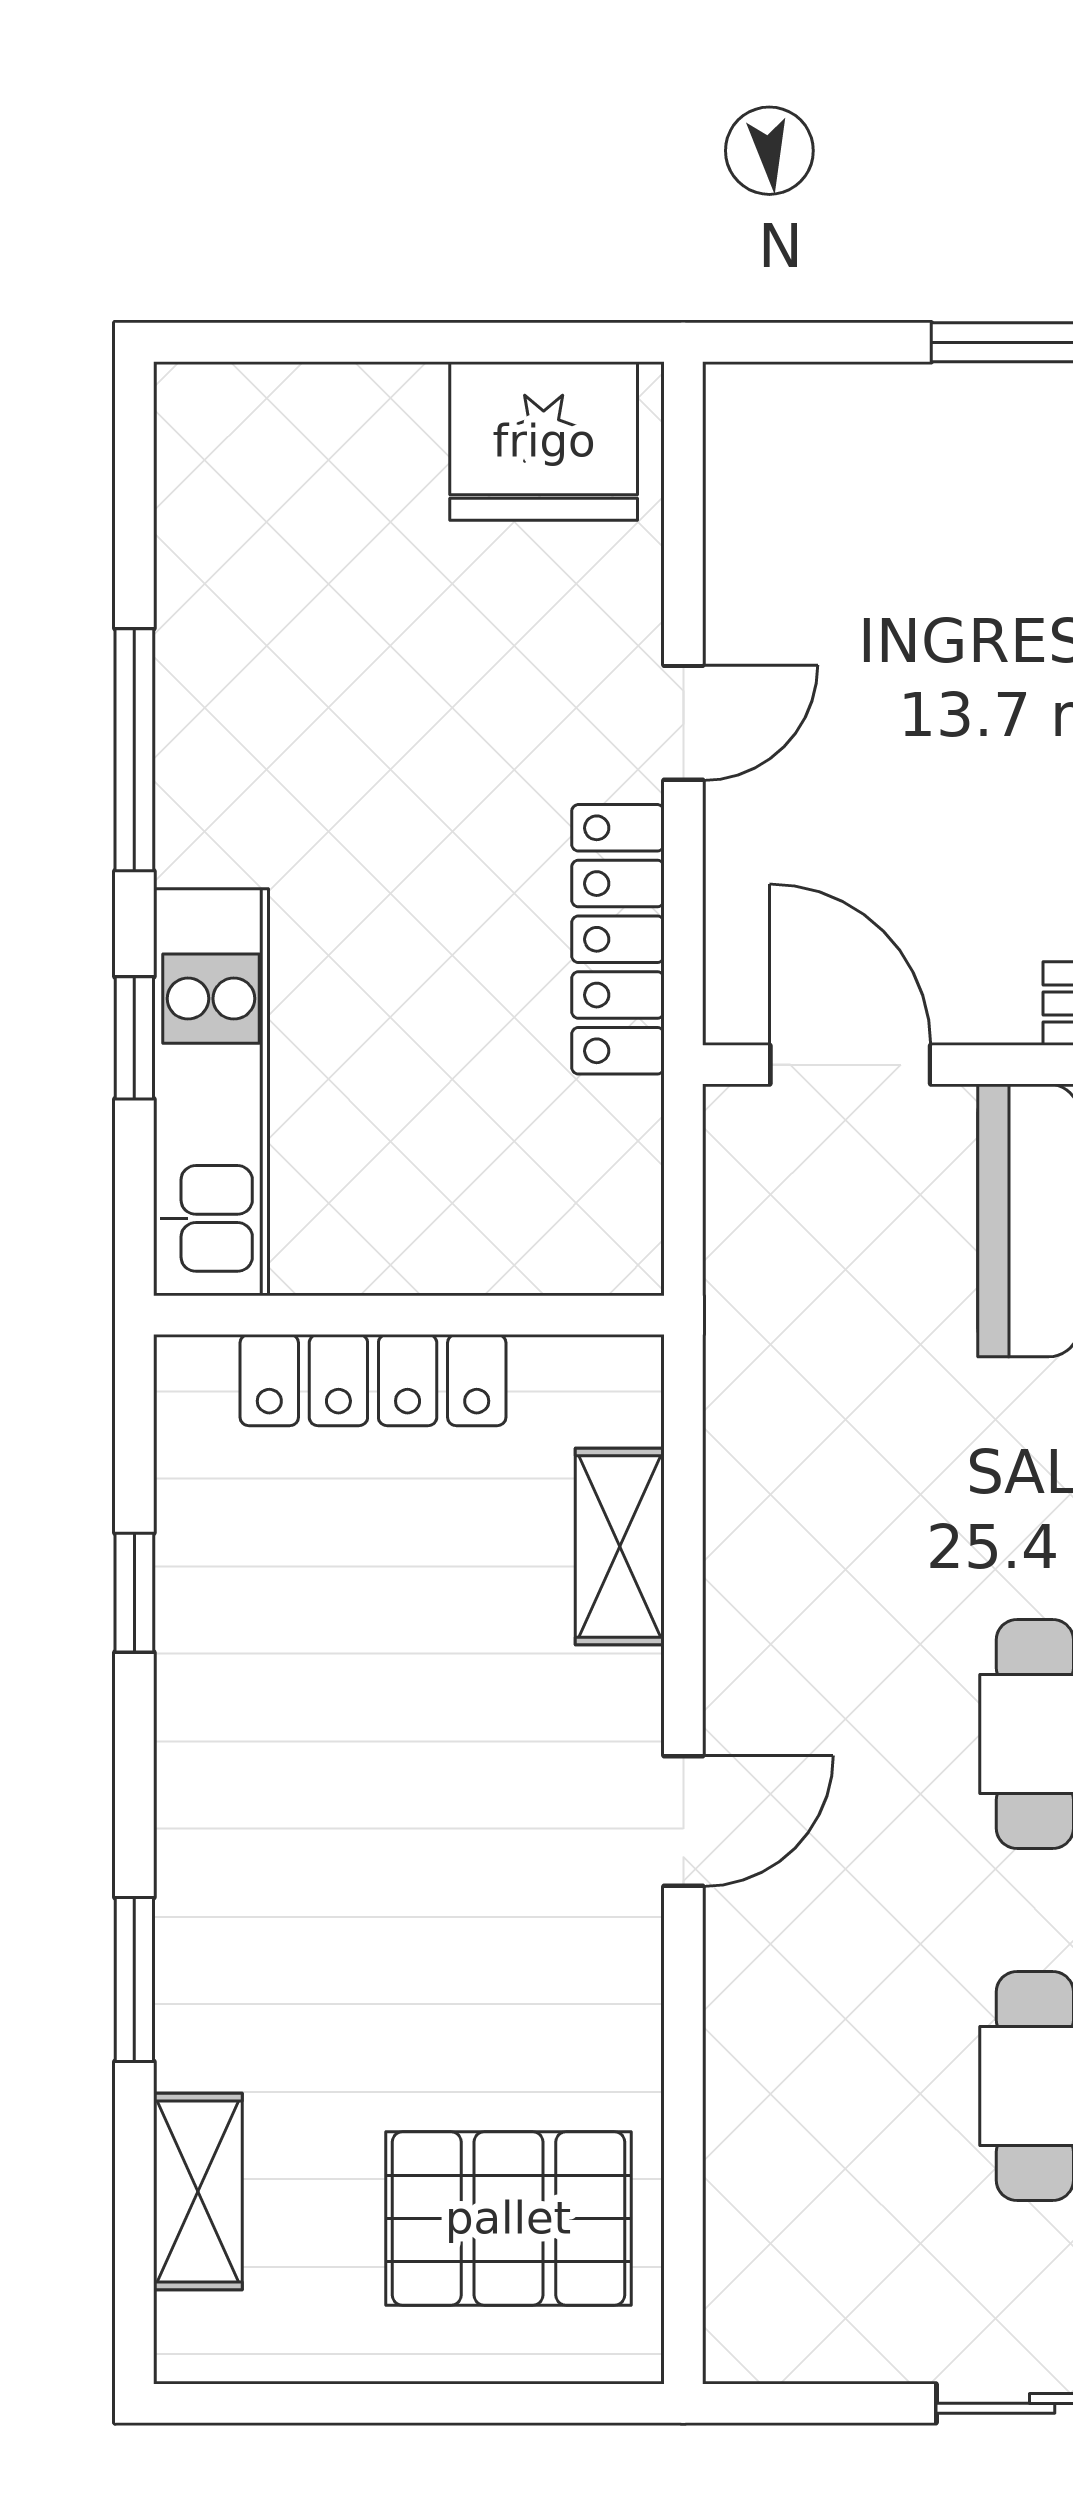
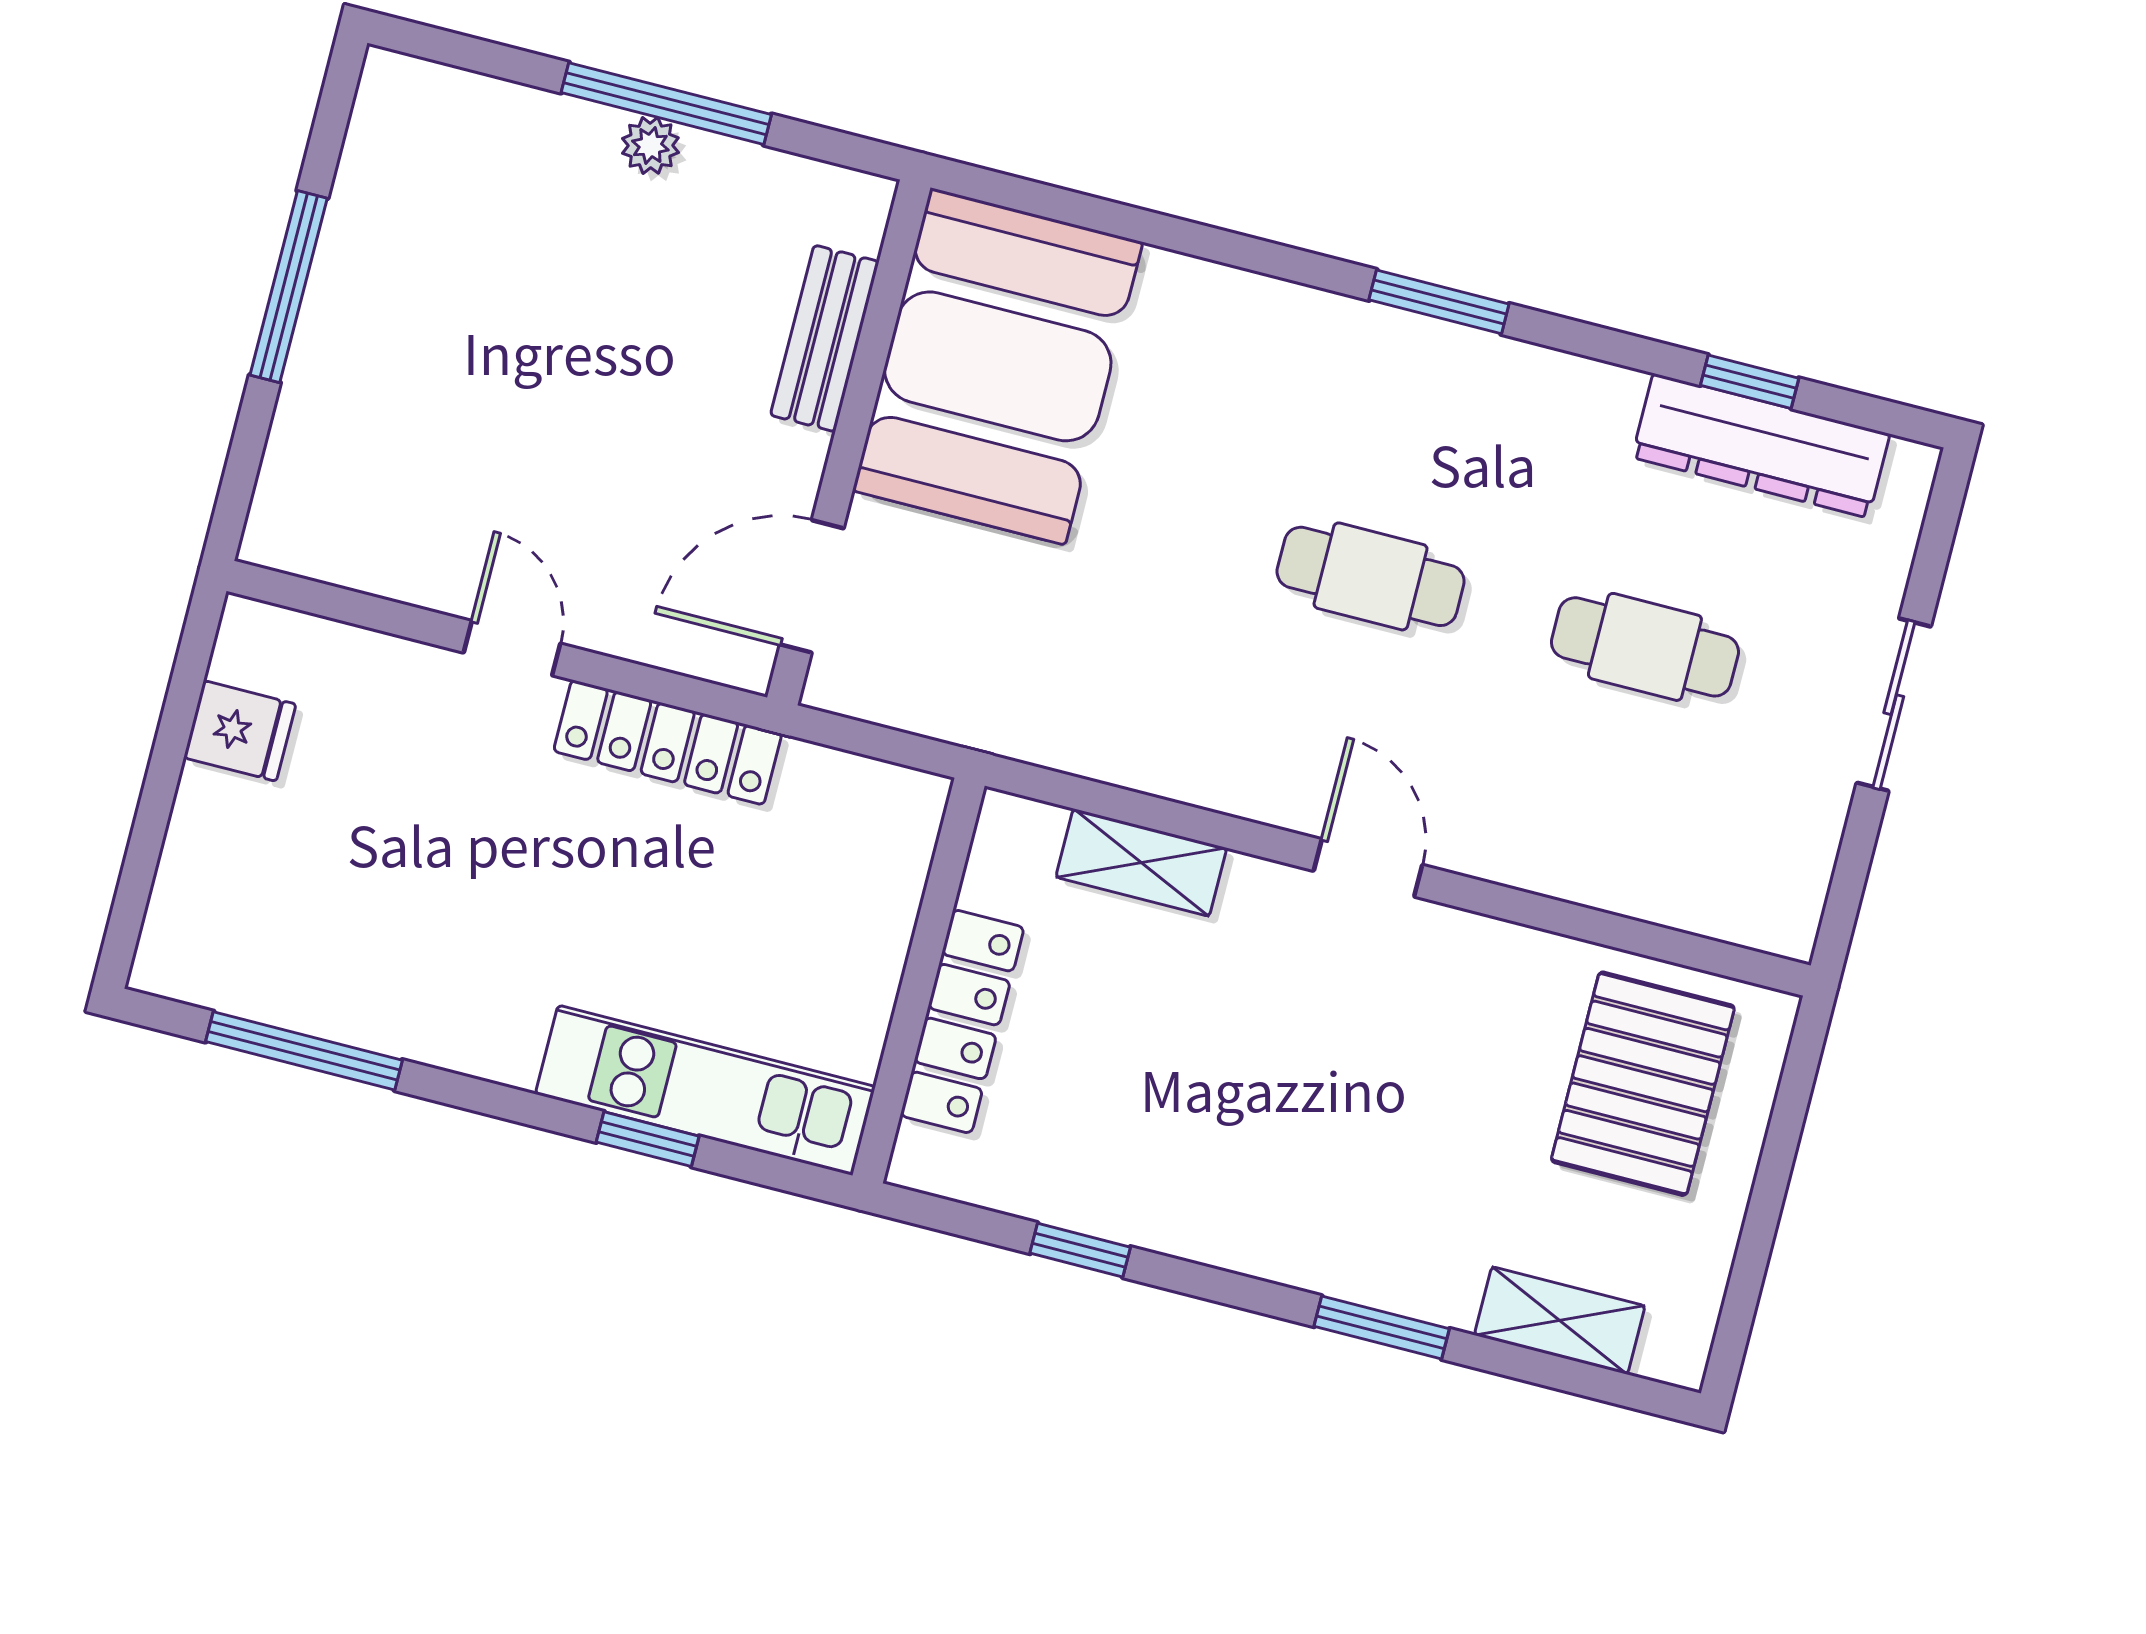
fridge: (544, 441) -> (240, 731), width x0.53, depth x0.75
window: (134, 750) -> (304, 1051), moved

